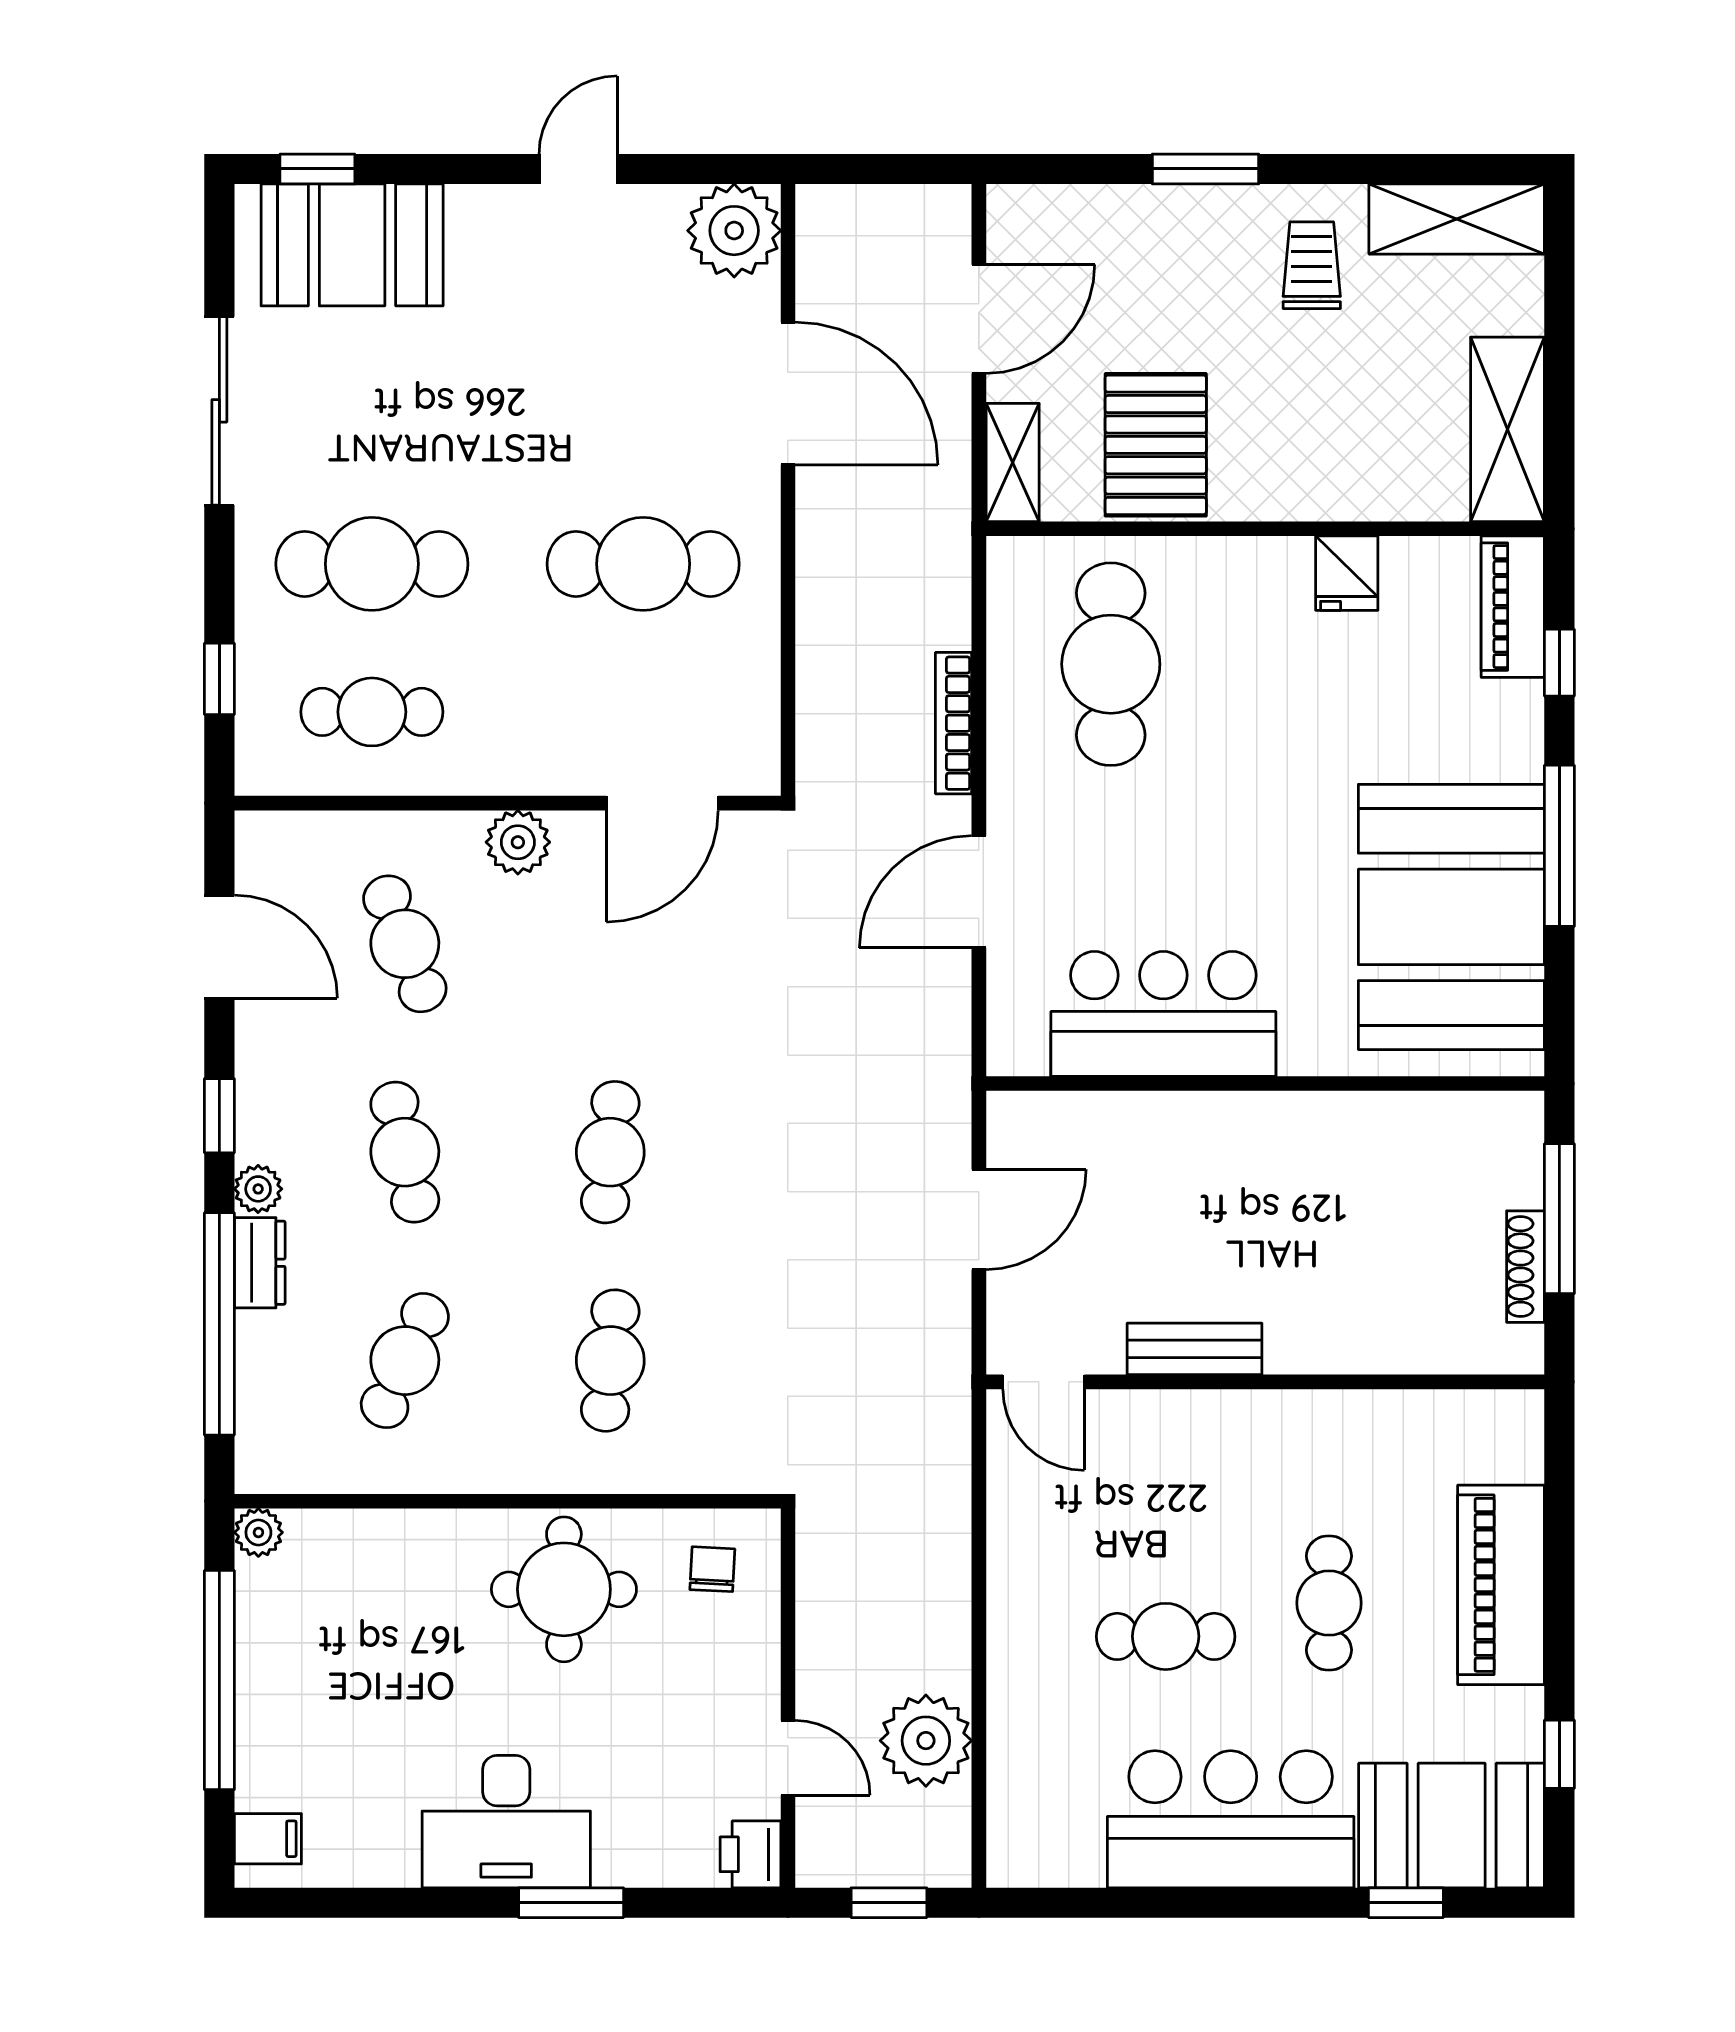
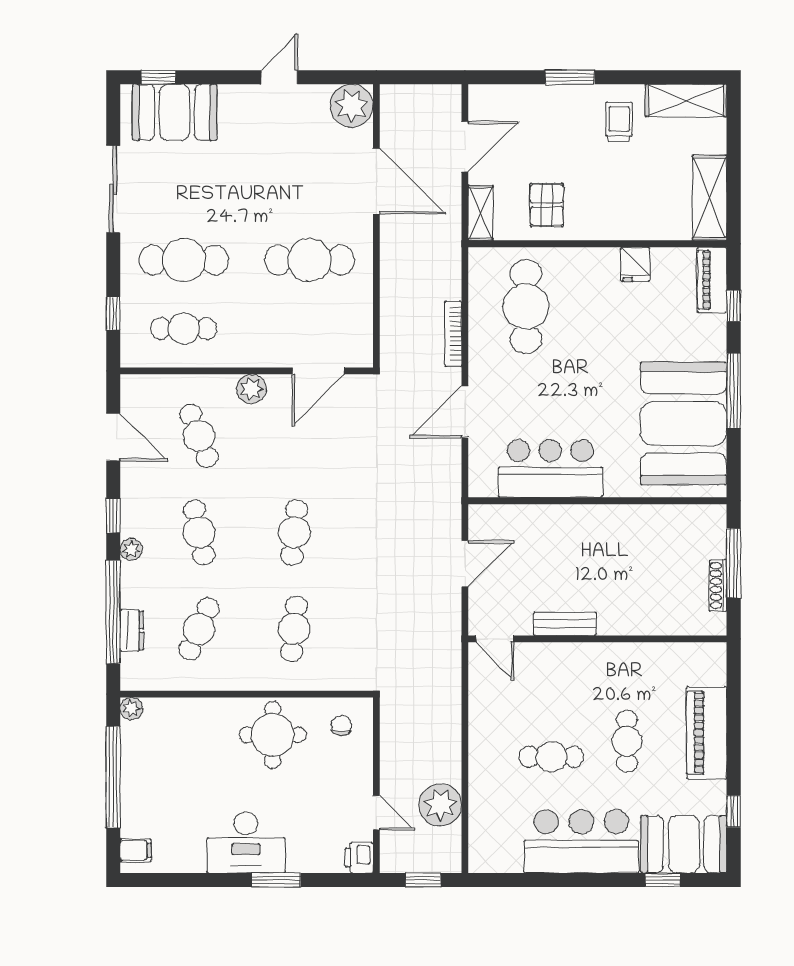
pallet: (1156, 445) -> (547, 205), width x0.67, depth x0.71
dresser: (260, 1263) -> (132, 630), moved

